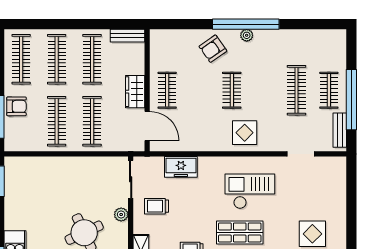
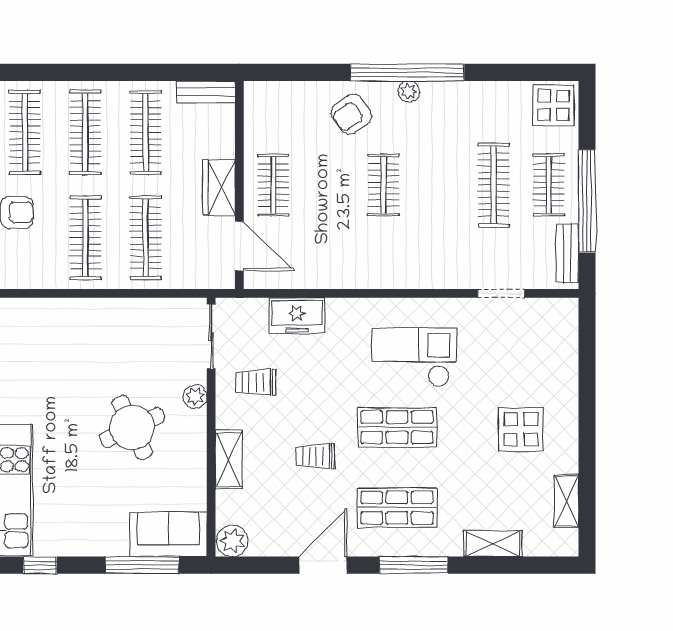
display table: (245, 133) -> (553, 105), moved

